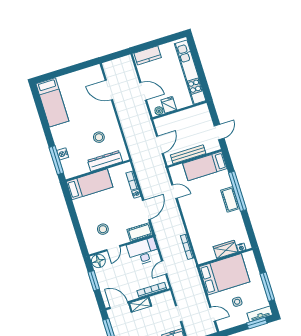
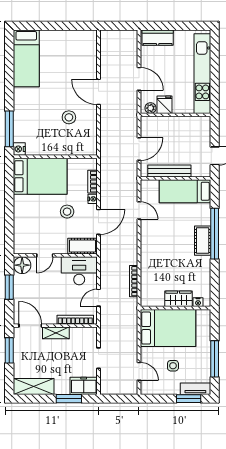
door: (109, 90) -> (98, 92), moved
nightstand: (63, 154) -> (19, 149), moved
dresser: (105, 161) -> (67, 148), removed
bed: (90, 184) -> (40, 176), width x1.50
stool: (103, 229) -> (67, 212), moved

